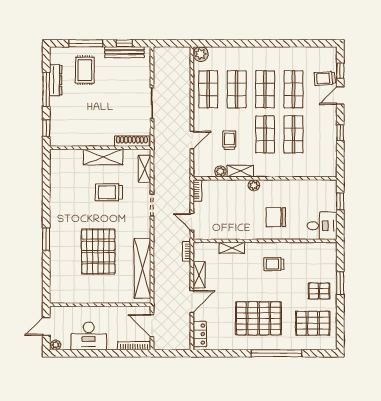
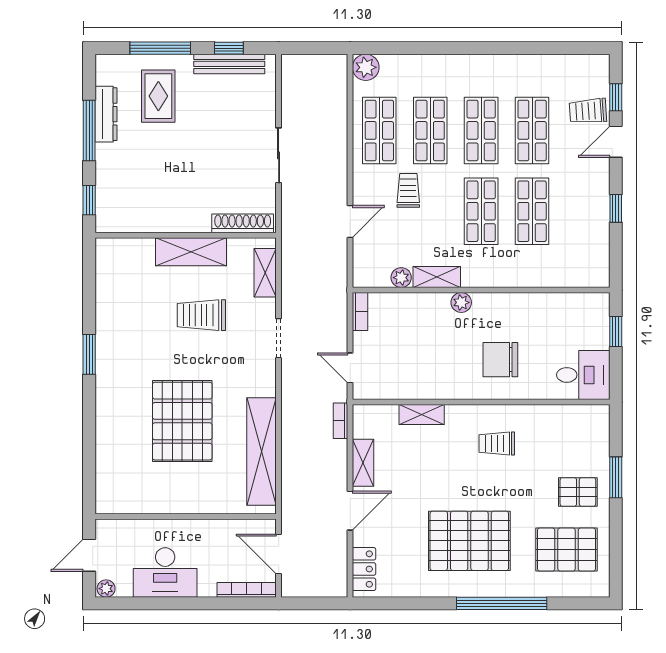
trolley: (229, 140) -> (408, 190), moved
window: (46, 239) -> (89, 354), moved

